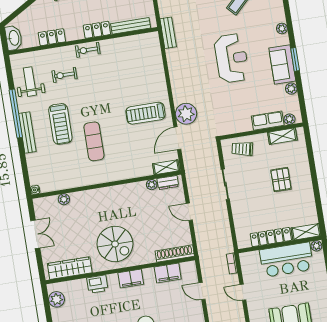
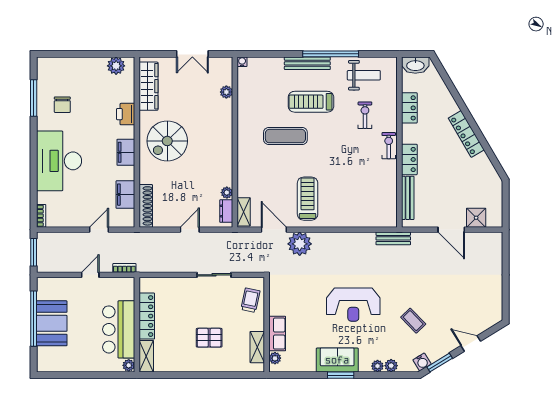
plant: (291, 89) -> (391, 366), moved

